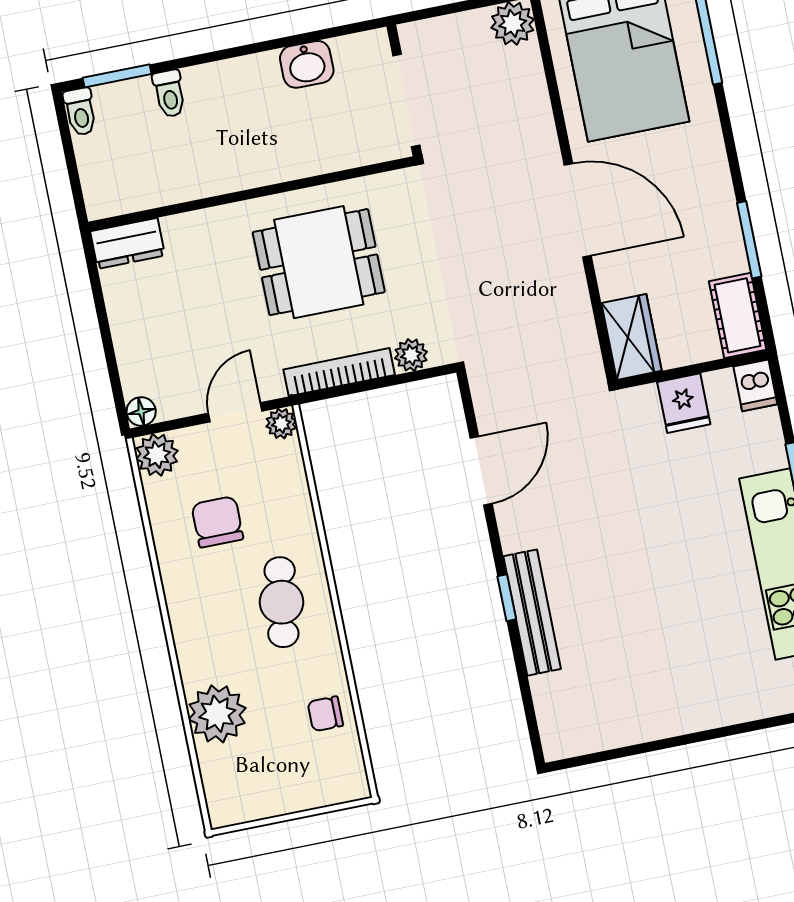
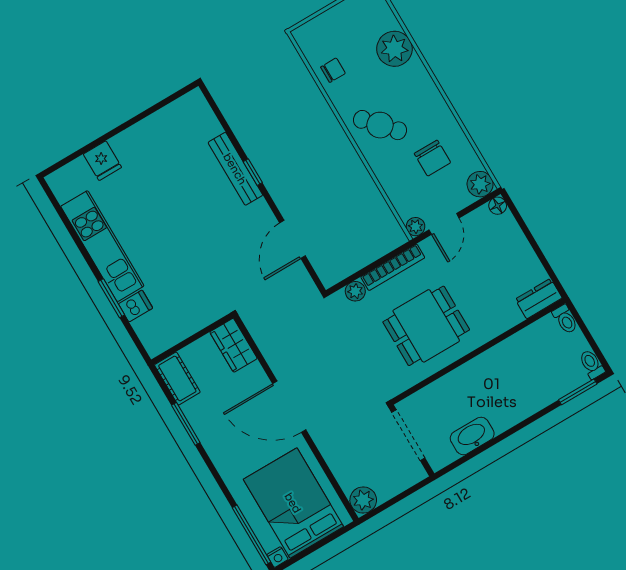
washbasin: (307, 64) -> (472, 436), width x1.38
toilet: (169, 94) -> (565, 319), moved, turned 180
dishwasher: (755, 385) -> (136, 306), moved, turned 90
fridge: (684, 403) -> (102, 161), moved, turned 180
cafe table: (281, 602) -> (380, 125), turned -50

